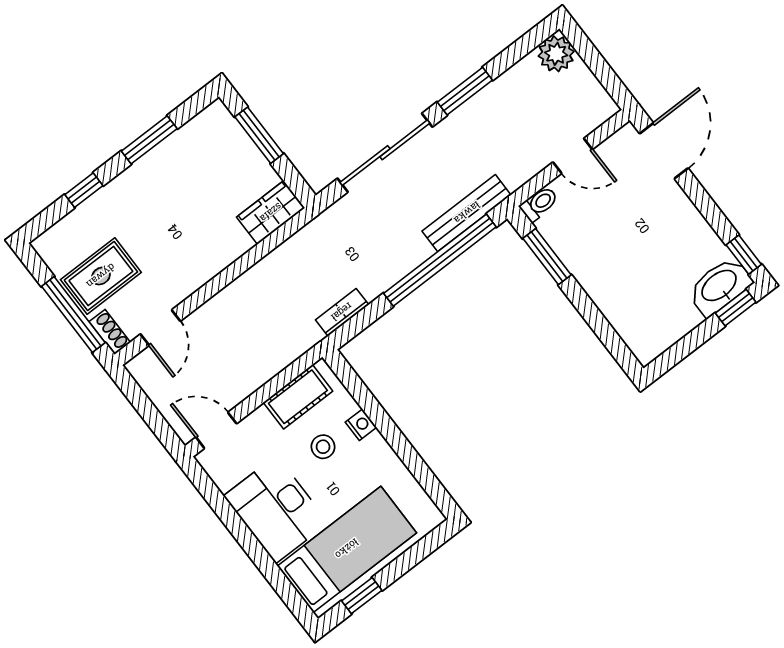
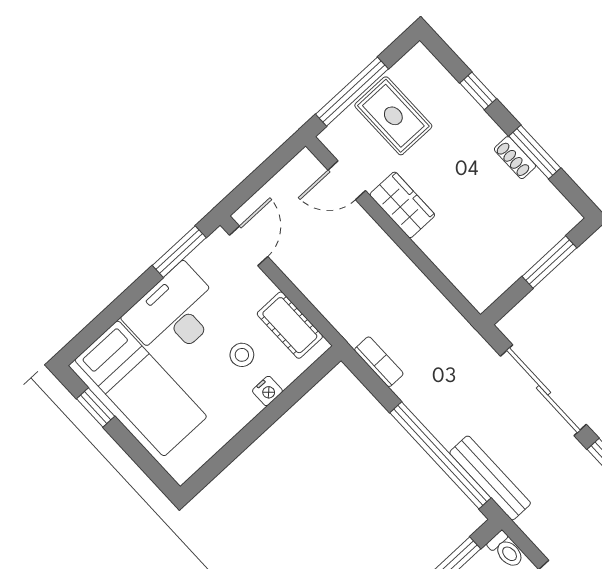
wardrobe: (271, 213) -> (402, 205), moved
shoe rack: (110, 332) -> (515, 158), moved, turned 90
window: (216, 499) -> (179, 252), added

